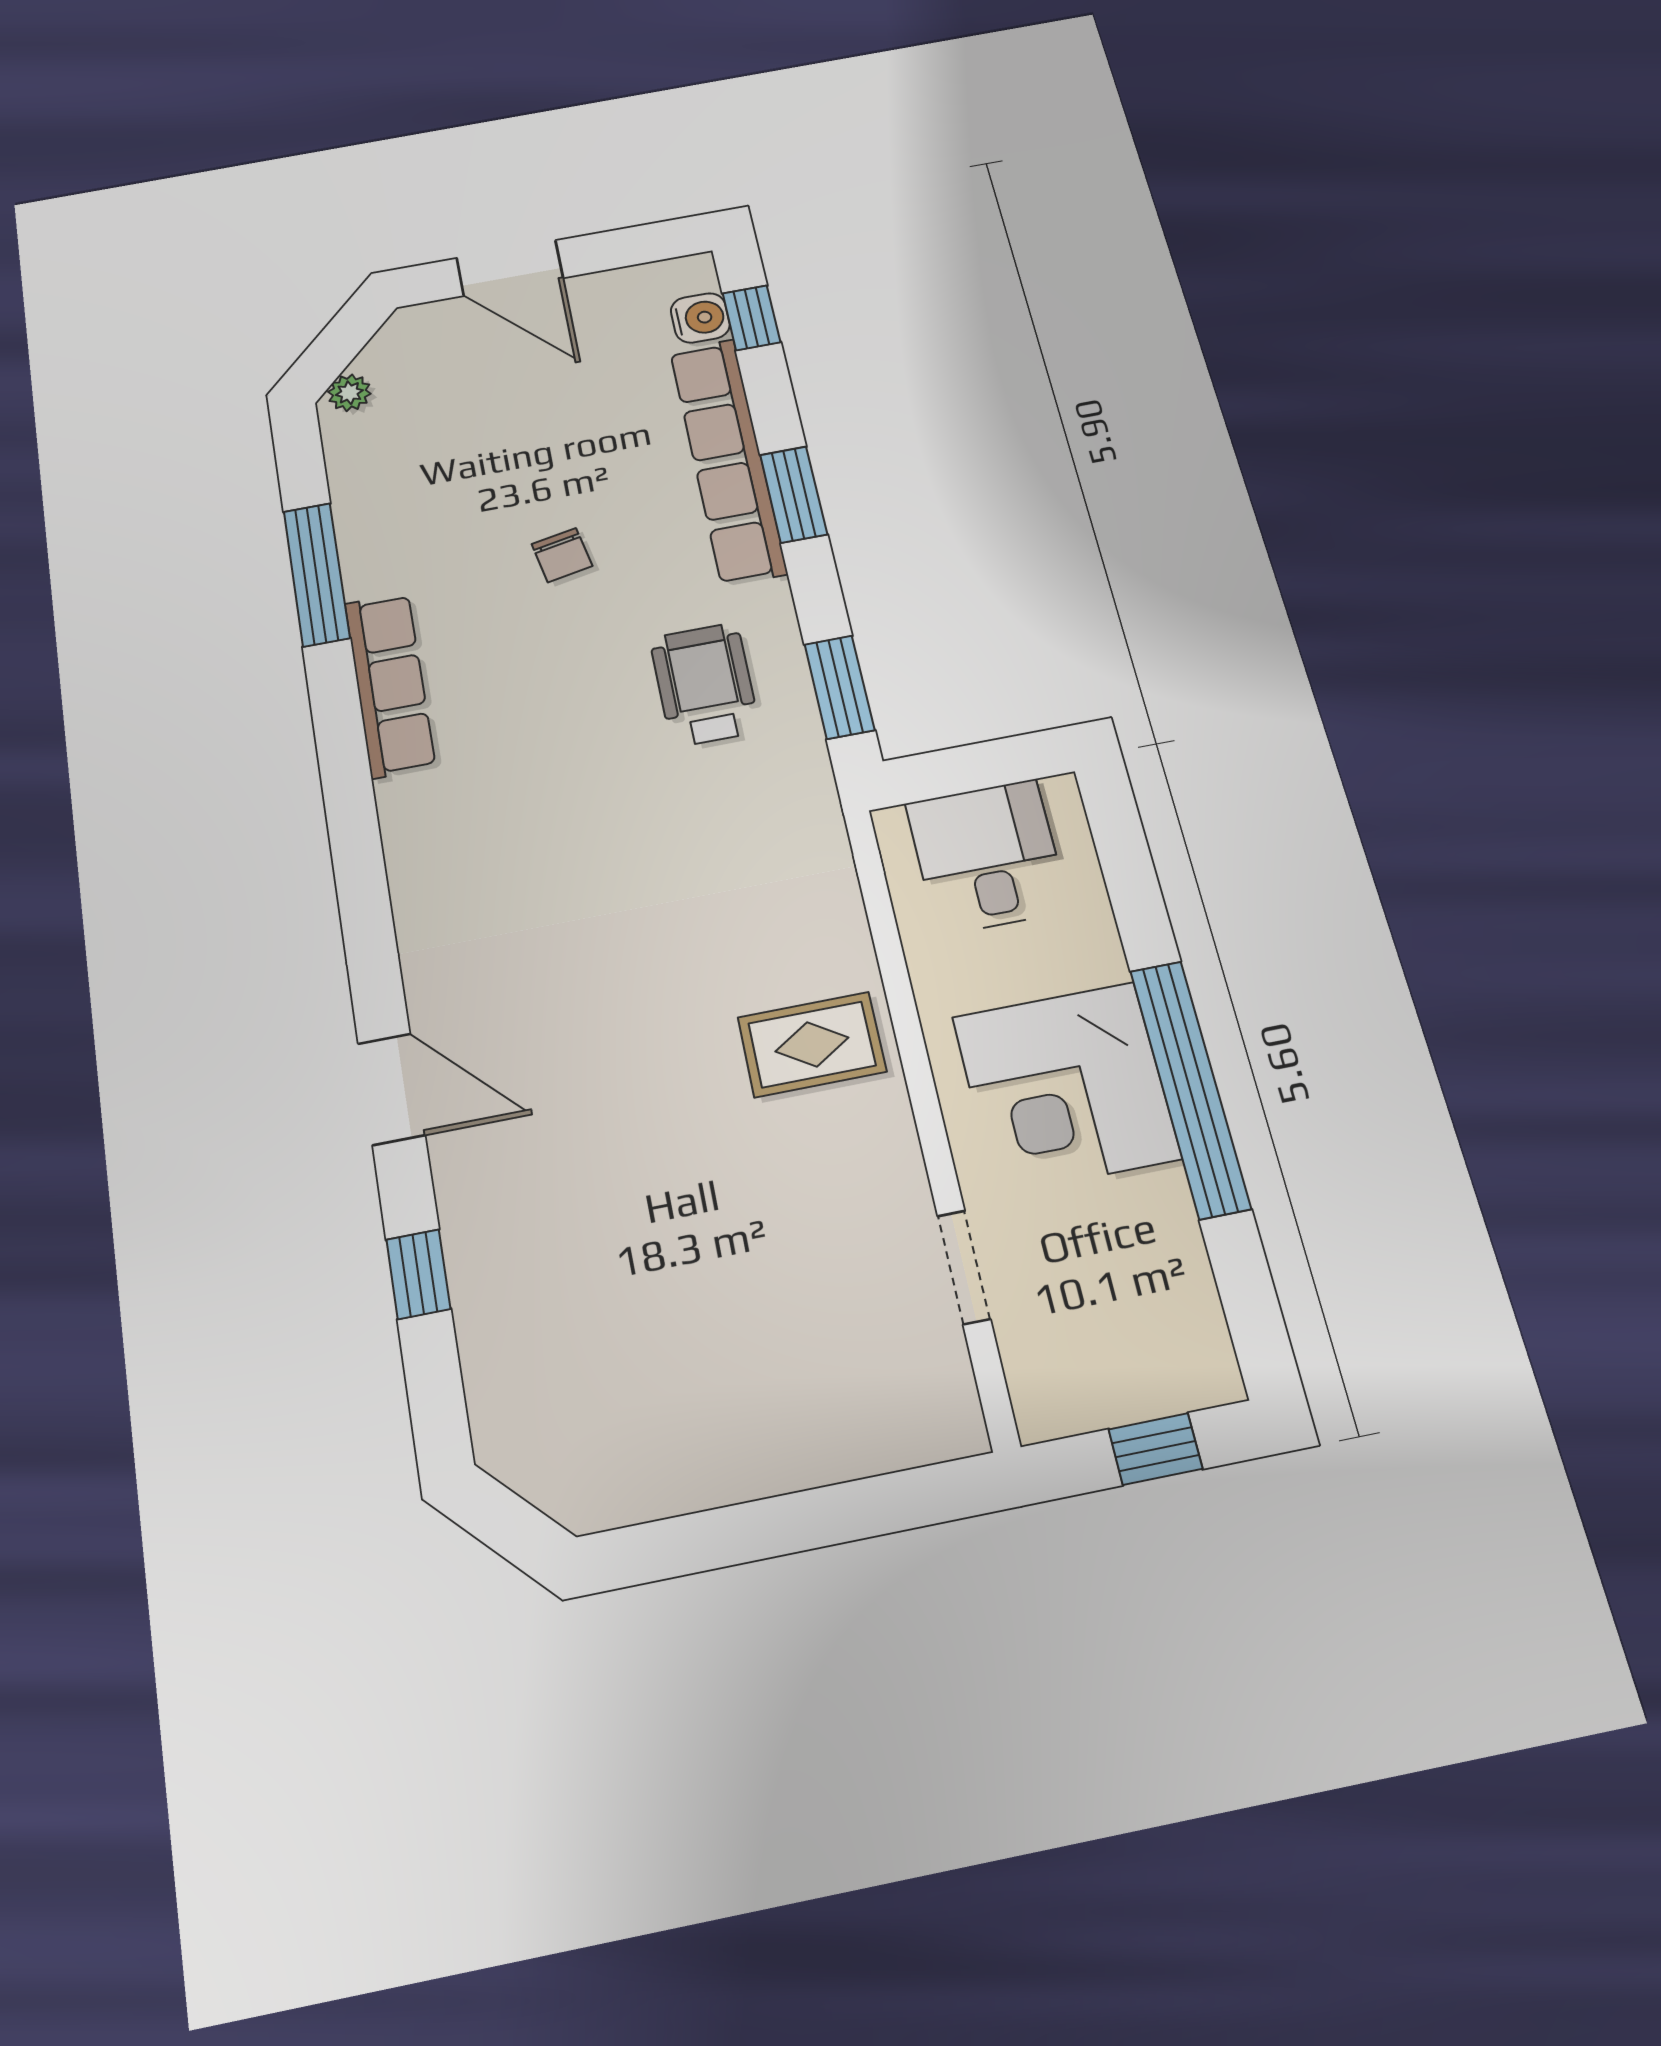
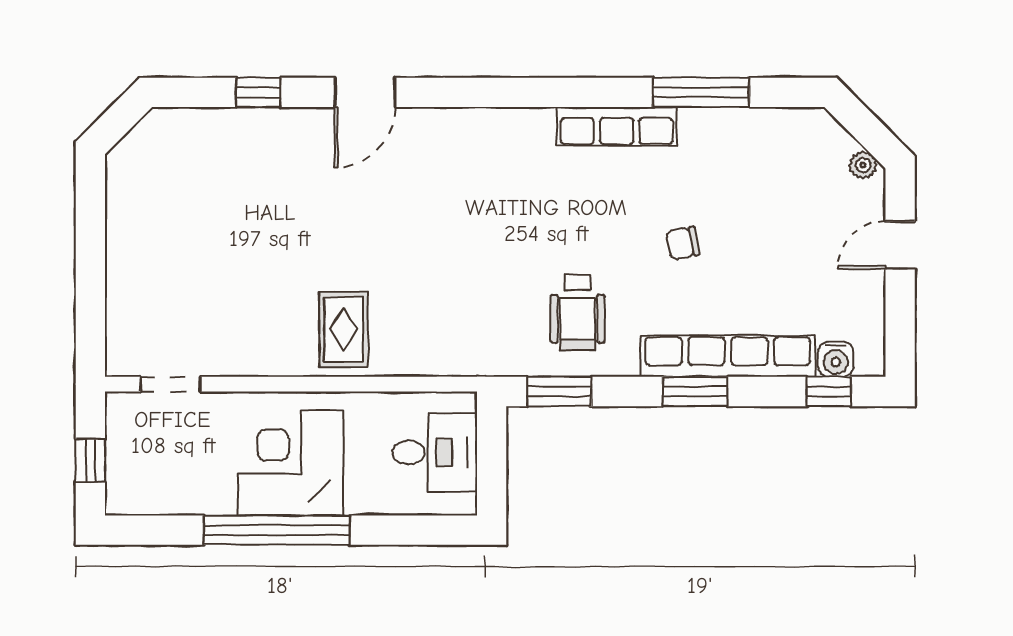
door: (510, 268) -> (900, 245), width x0.73
plant: (349, 393) -> (863, 165), moved
wheelchair: (705, 684) -> (578, 313), turned 90
doorway: (964, 1267) -> (170, 384), moved

